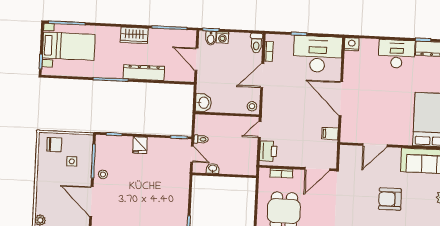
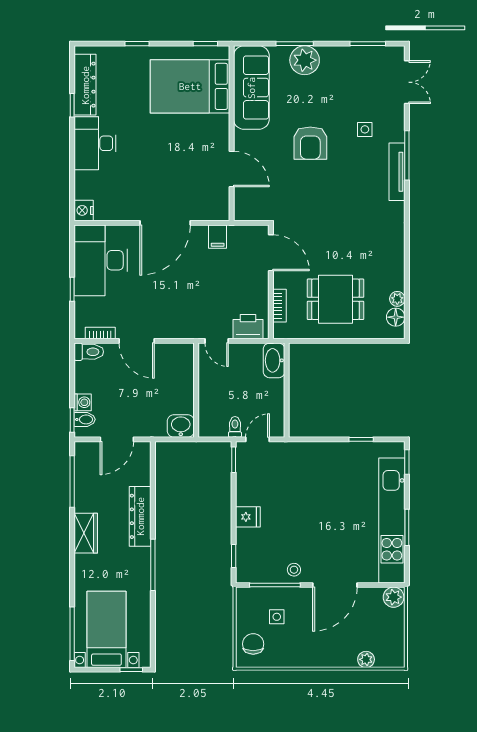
stool: (252, 106) -> (183, 354), removed
washbasin: (213, 168) -> (274, 360), moved, width x1.91, depth x1.45

